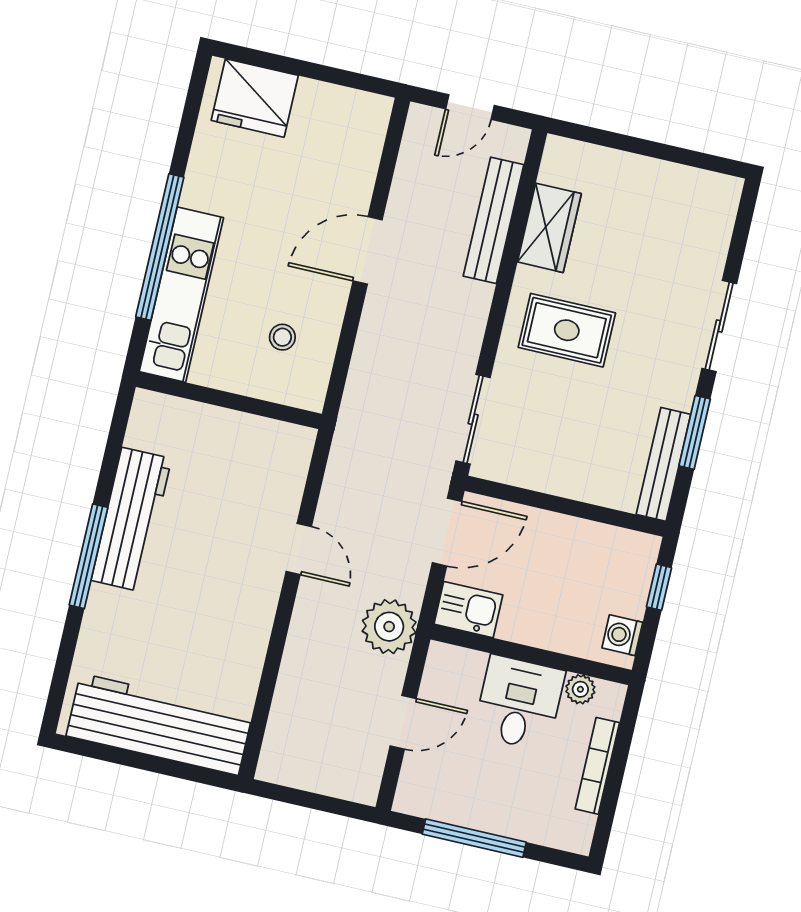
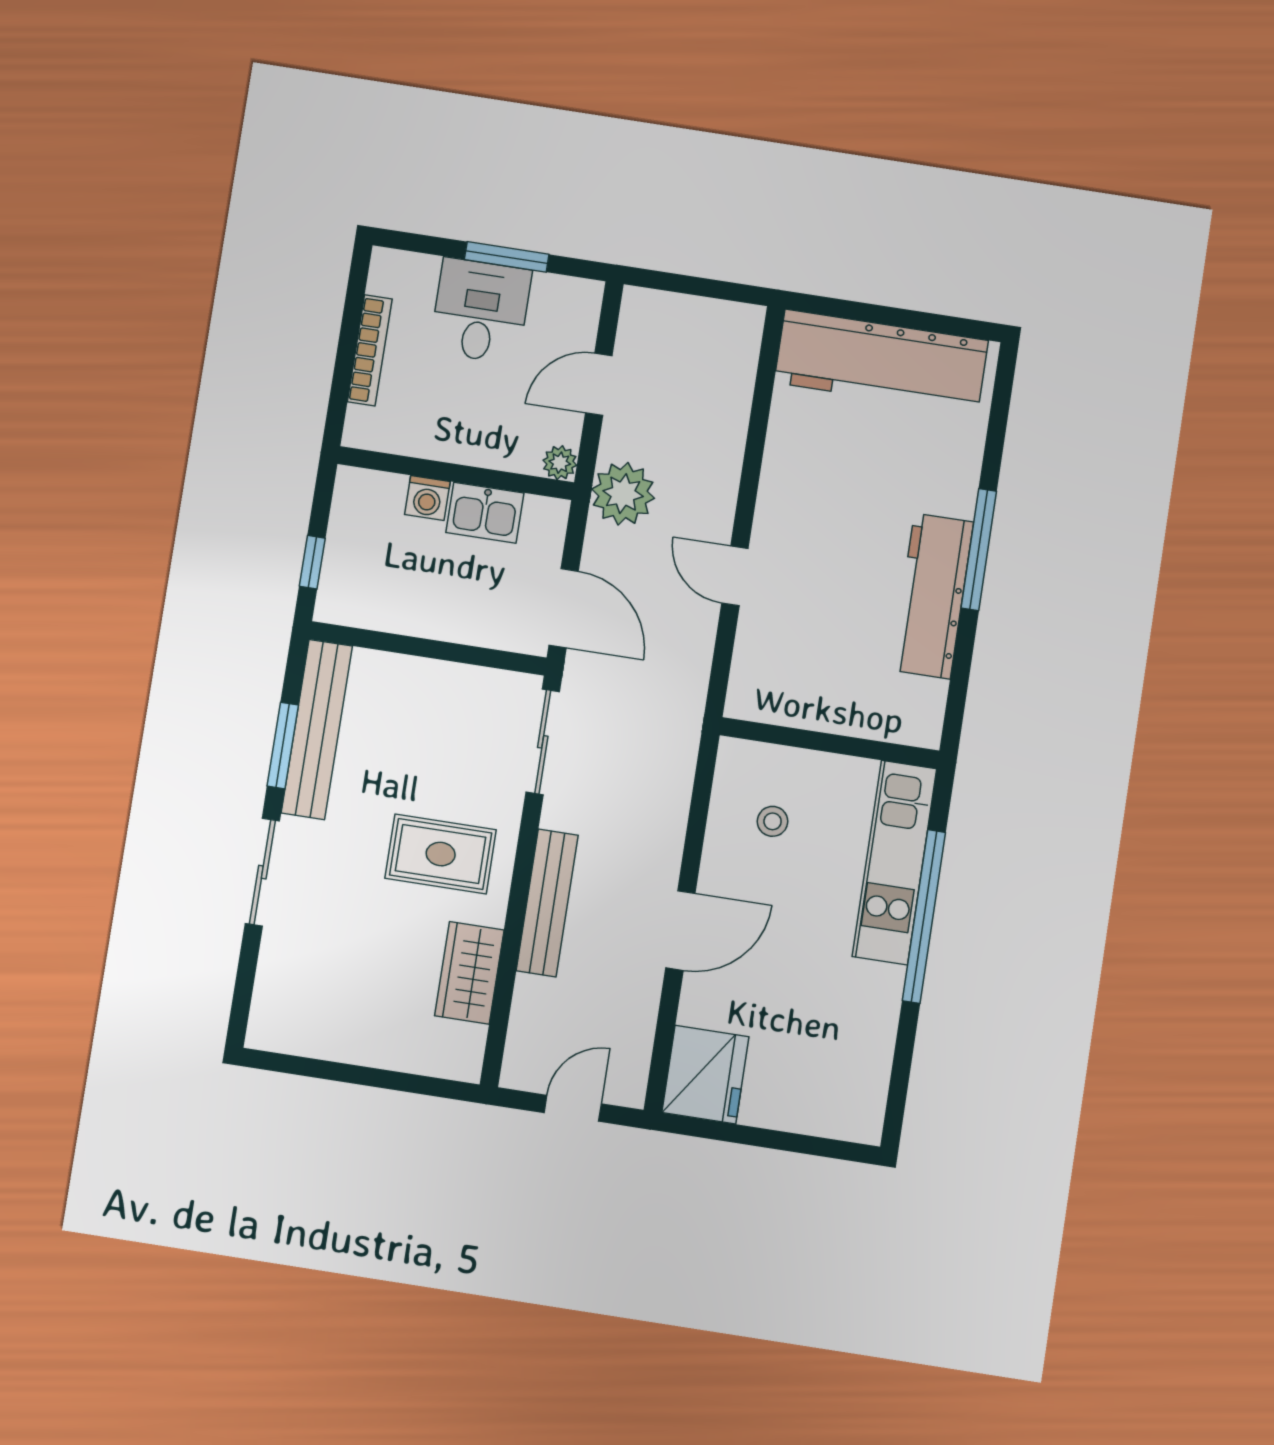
fridge: (255, 98) -> (705, 1075), moved, turned 90
bench: (493, 220) -> (547, 903), moved
bench: (663, 464) -> (317, 729), width x1.37, depth x1.21
door: (447, 532) -> (564, 608), swing flipped
kitchen sink: (468, 610) -> (485, 513), moved
washing machine: (622, 635) -> (427, 498), moved, turned 90
plant: (580, 689) -> (560, 463), moved
desk: (519, 703) -> (481, 311), moved, turned 180
window: (474, 838) -> (507, 257), width x0.69

